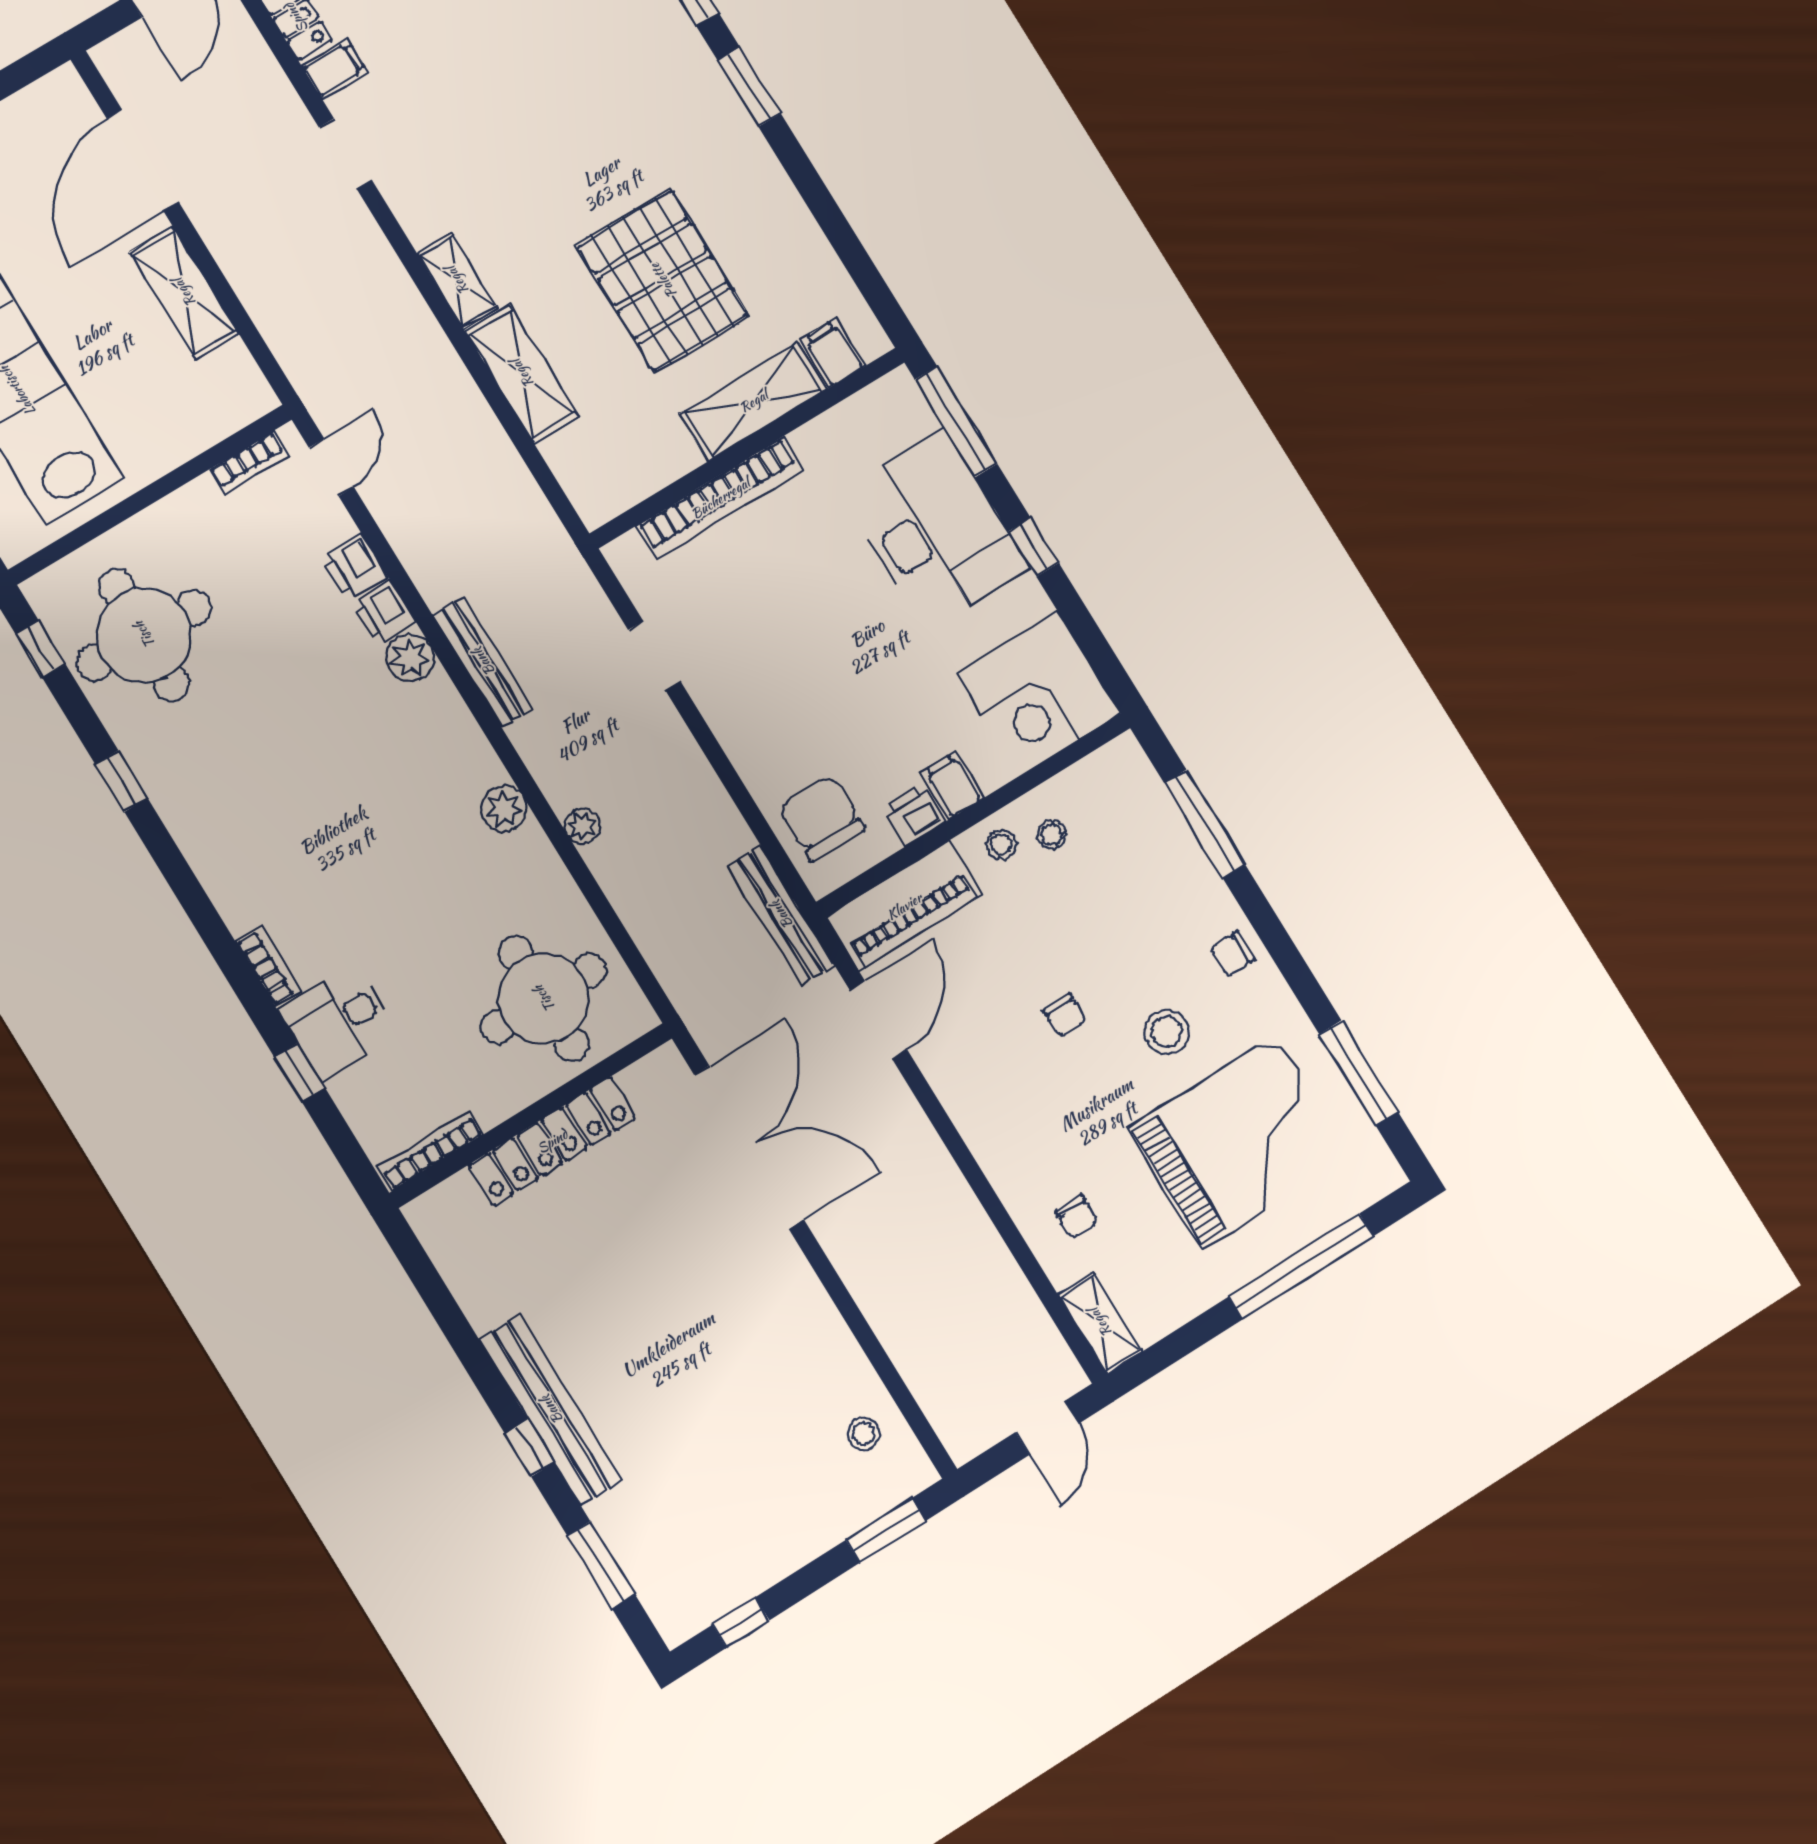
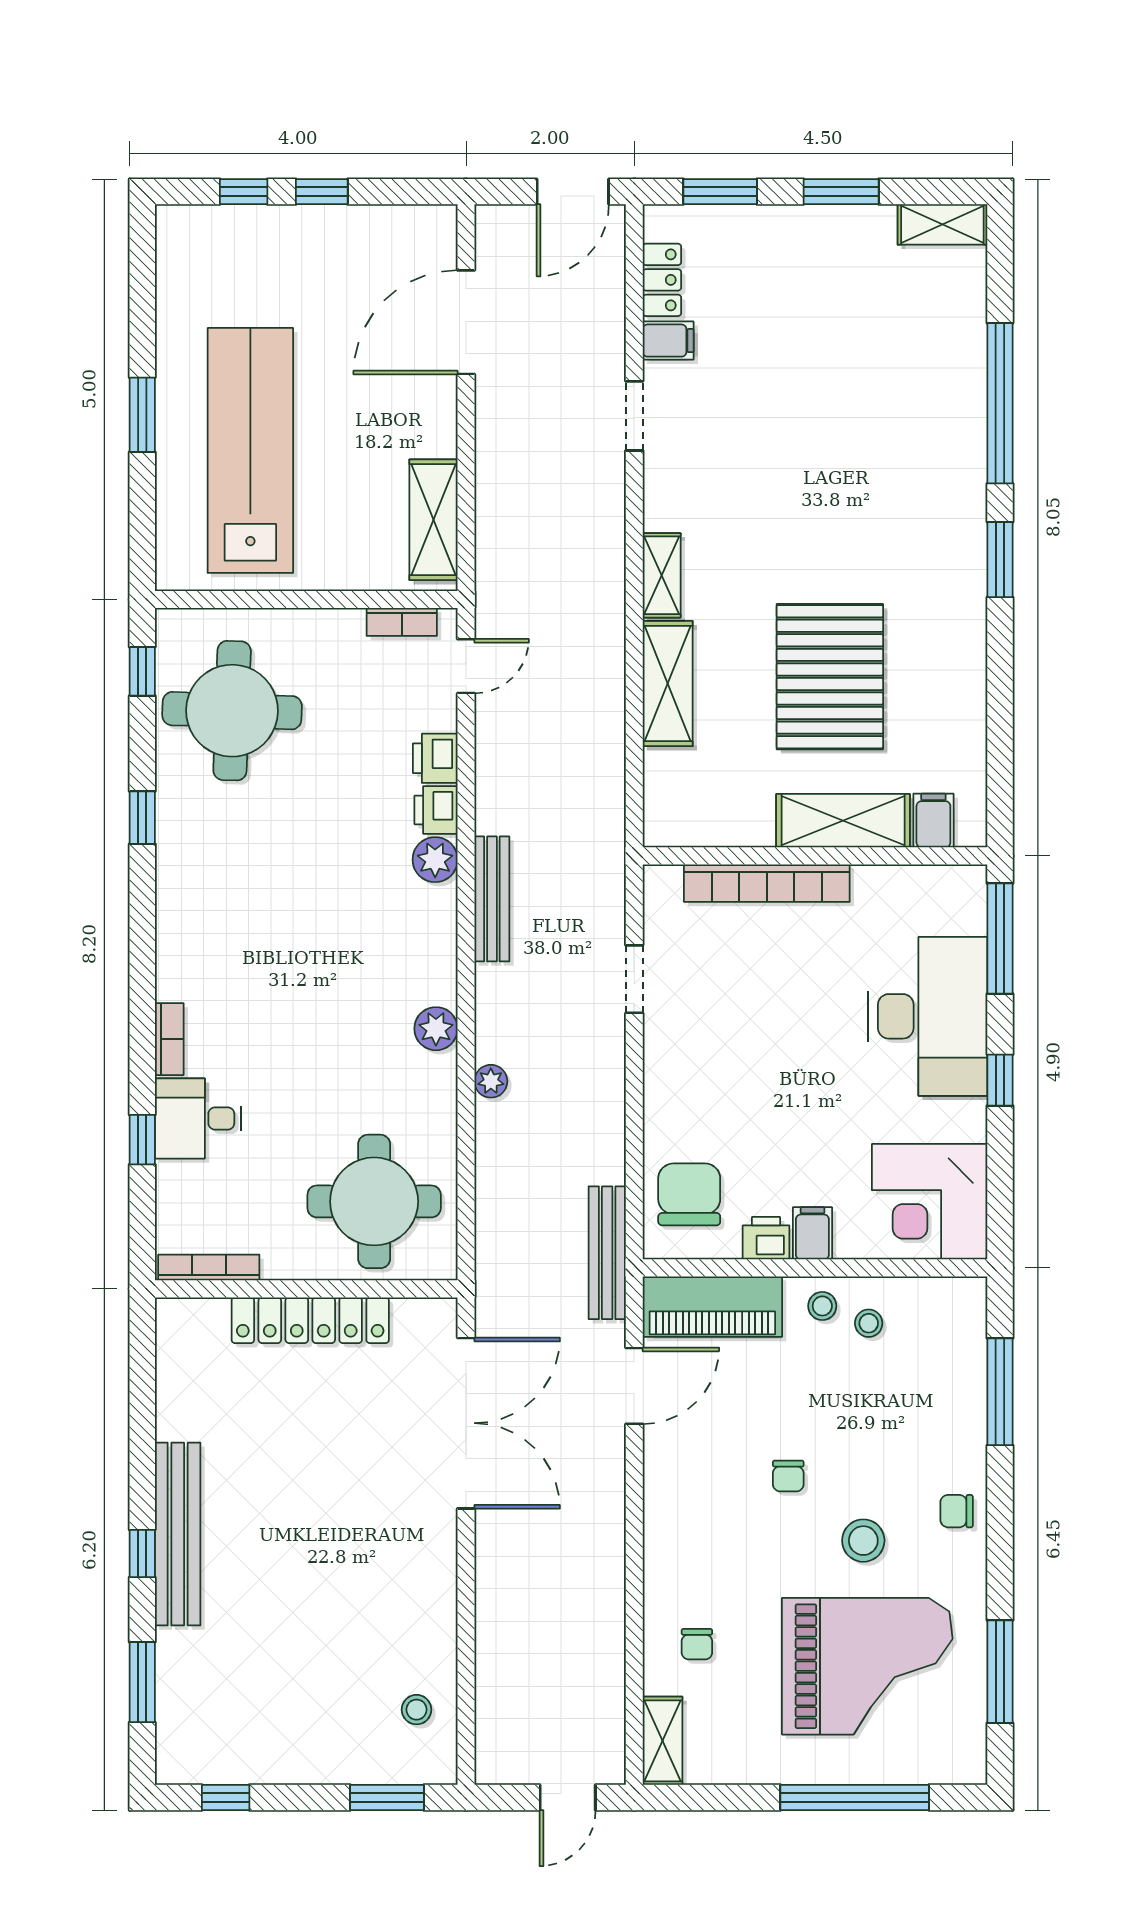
shelving: (184, 293) -> (433, 520), moved

